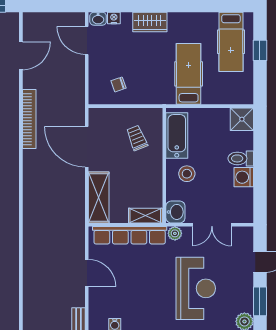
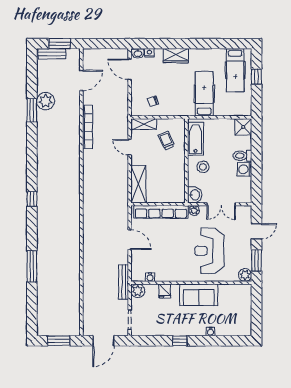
door: (87, 147) -> (130, 147), width x0.53
shelving: (145, 216) -> (144, 124), moved
reception desk: (196, 288) -> (209, 251), turned 180

